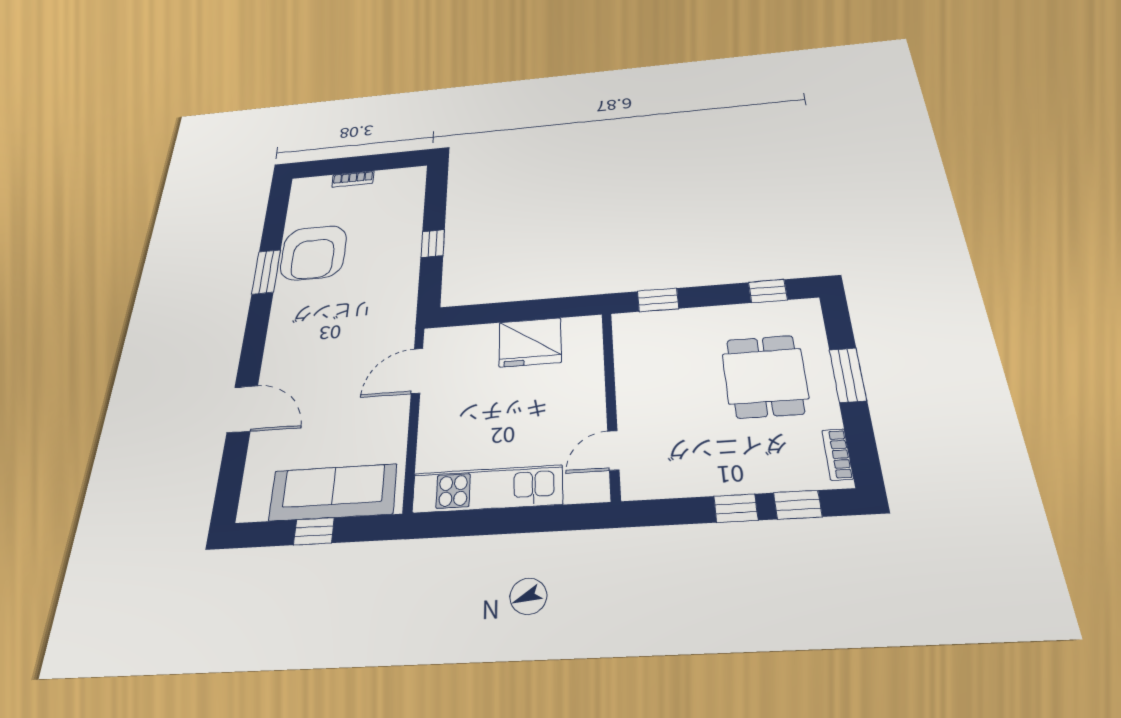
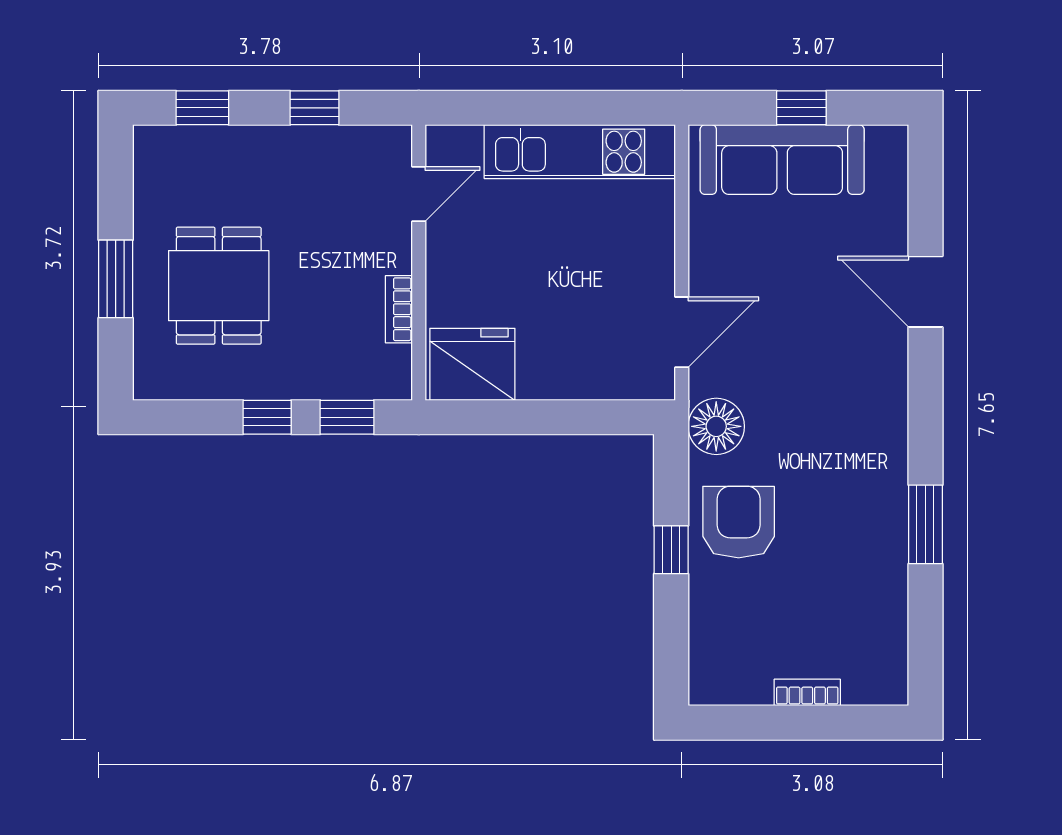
armchair: (313, 253) -> (739, 522), moved, width x0.73, depth x0.73
window: (768, 291) -> (267, 417), moved
floor lamp: (397, 315) -> (716, 426), added
fridge: (530, 342) -> (472, 364), moved
bookcase: (838, 454) -> (399, 309), moved, turned 180
window: (736, 508) -> (314, 108), moved

